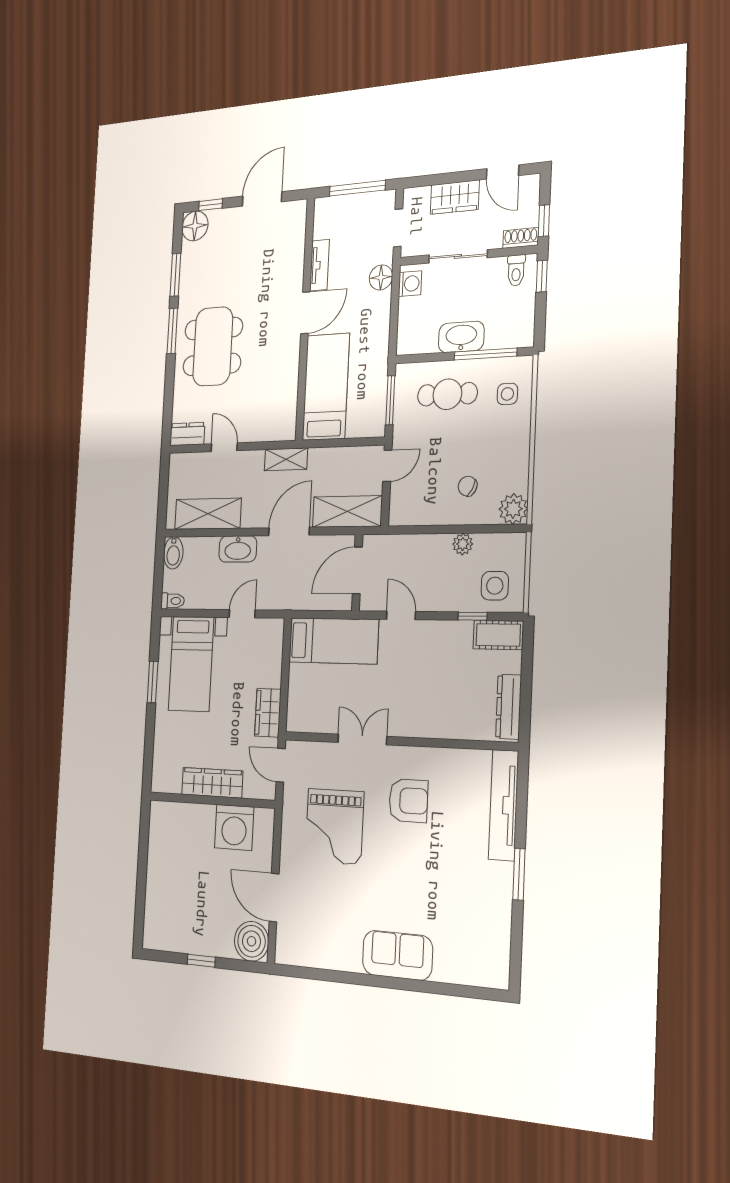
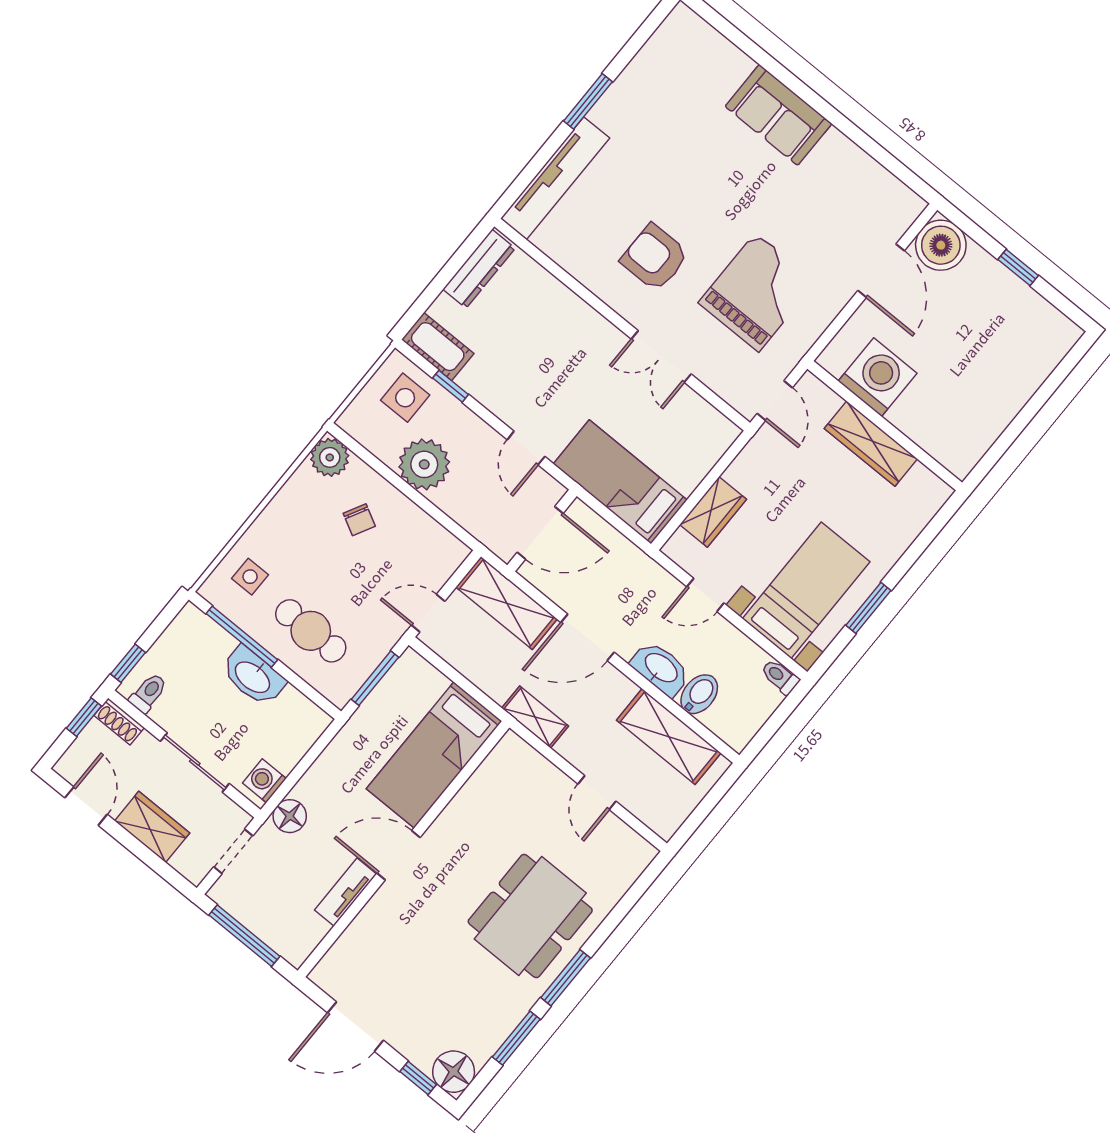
dresser: (187, 434) -> (630, 846), removed
plant: (463, 544) -> (424, 464), width x1.88, depth x1.88
bidet: (173, 553) -> (699, 694), moved
wardrobe: (268, 713) -> (713, 512), moved

